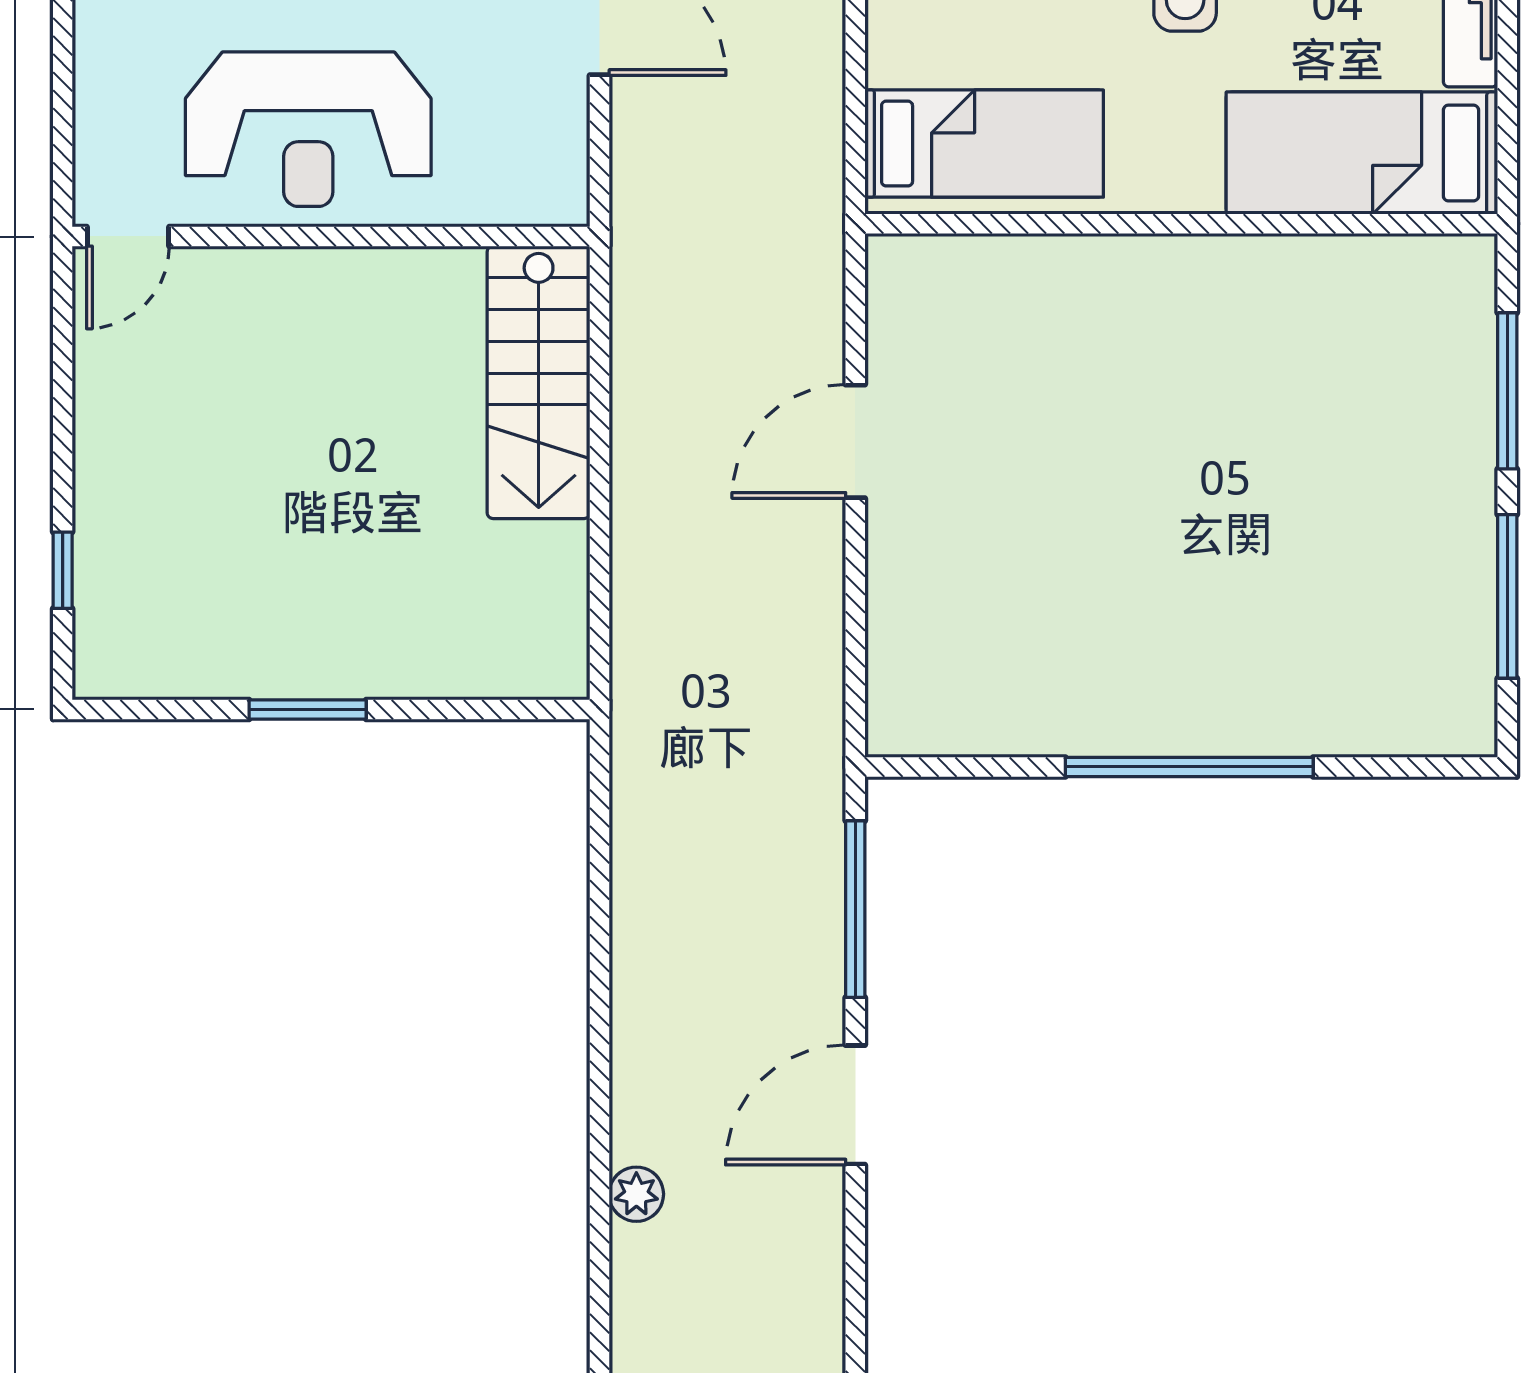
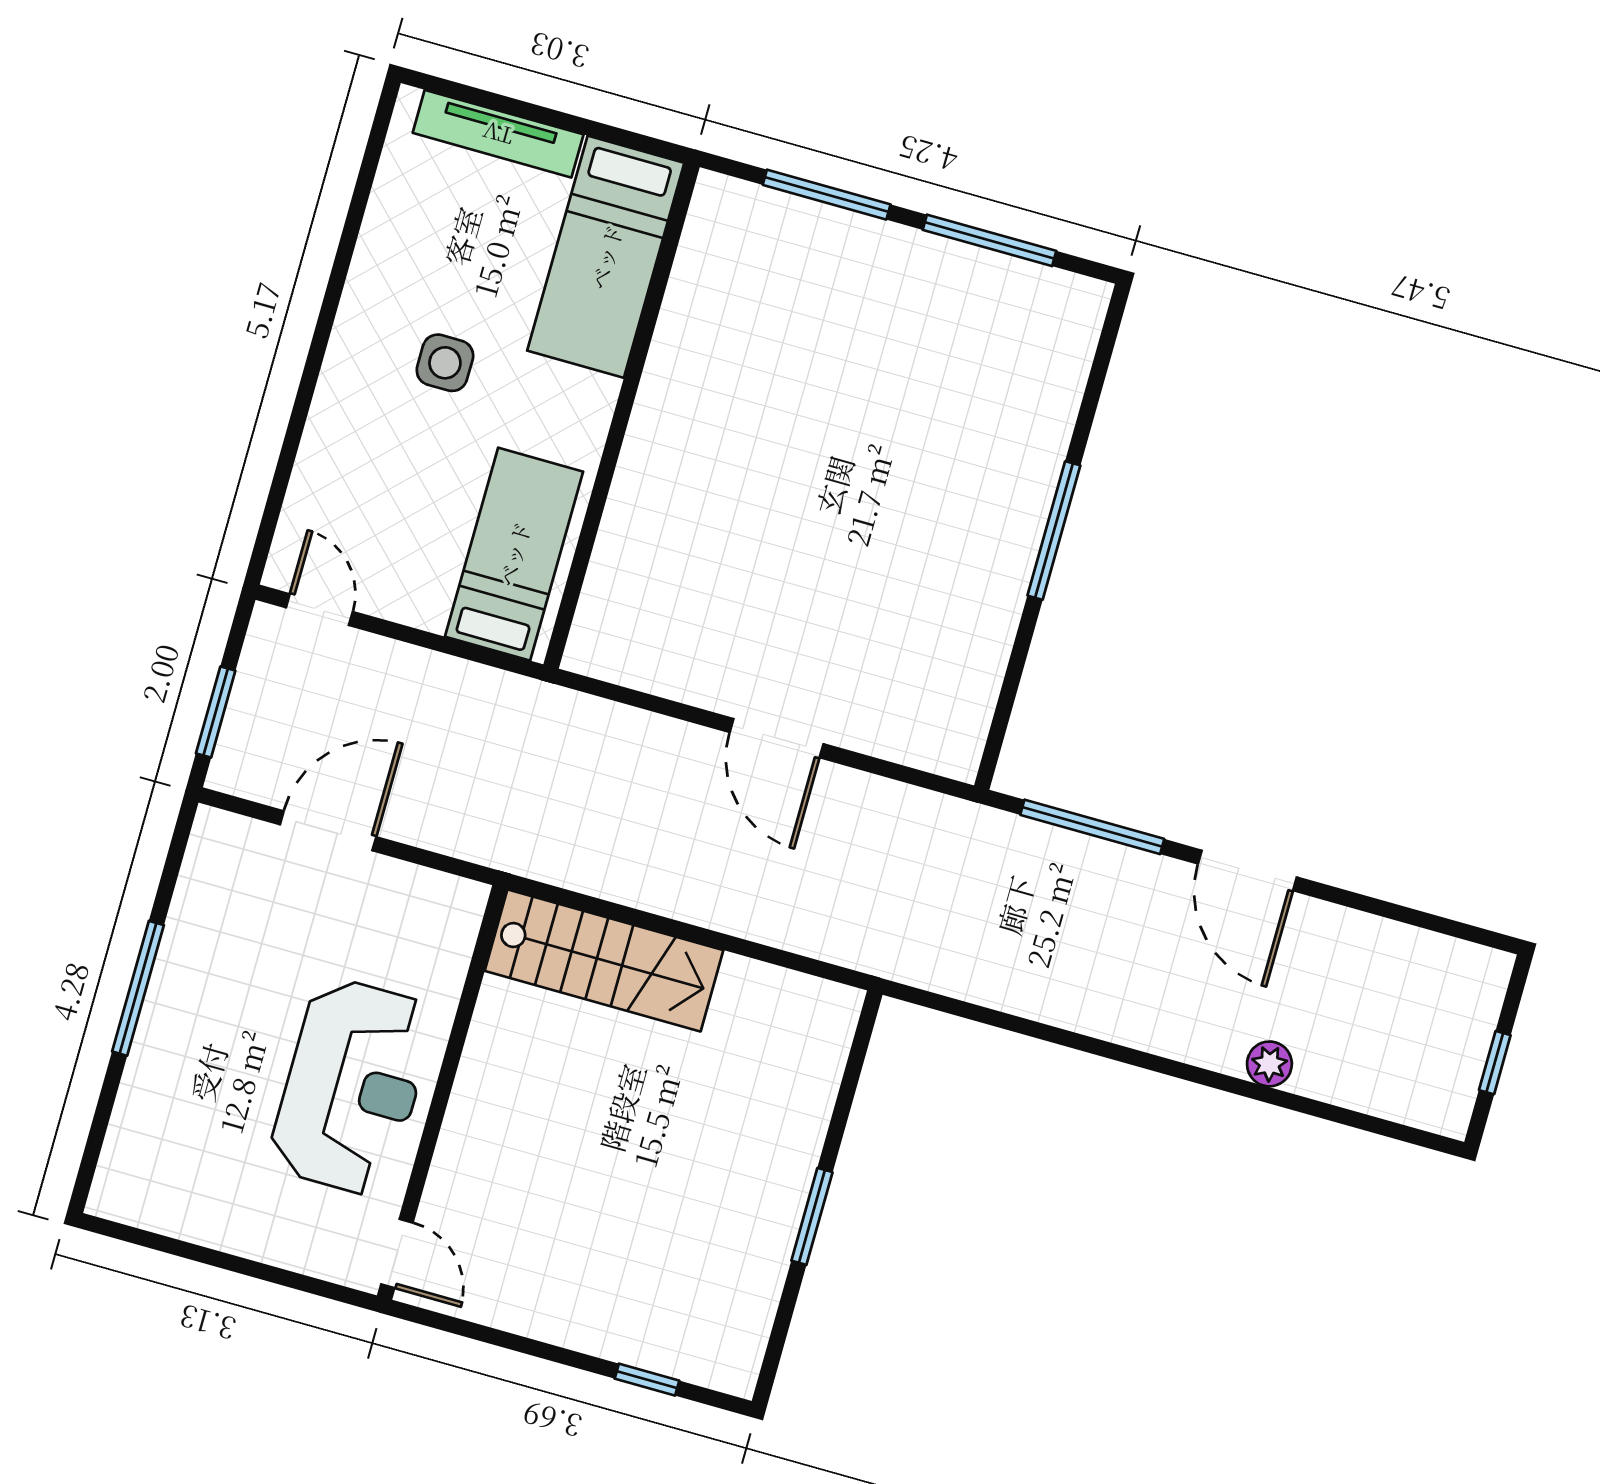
door: (855, 441) -> (777, 738), moved
window: (1189, 767) -> (1054, 530), width x0.68

